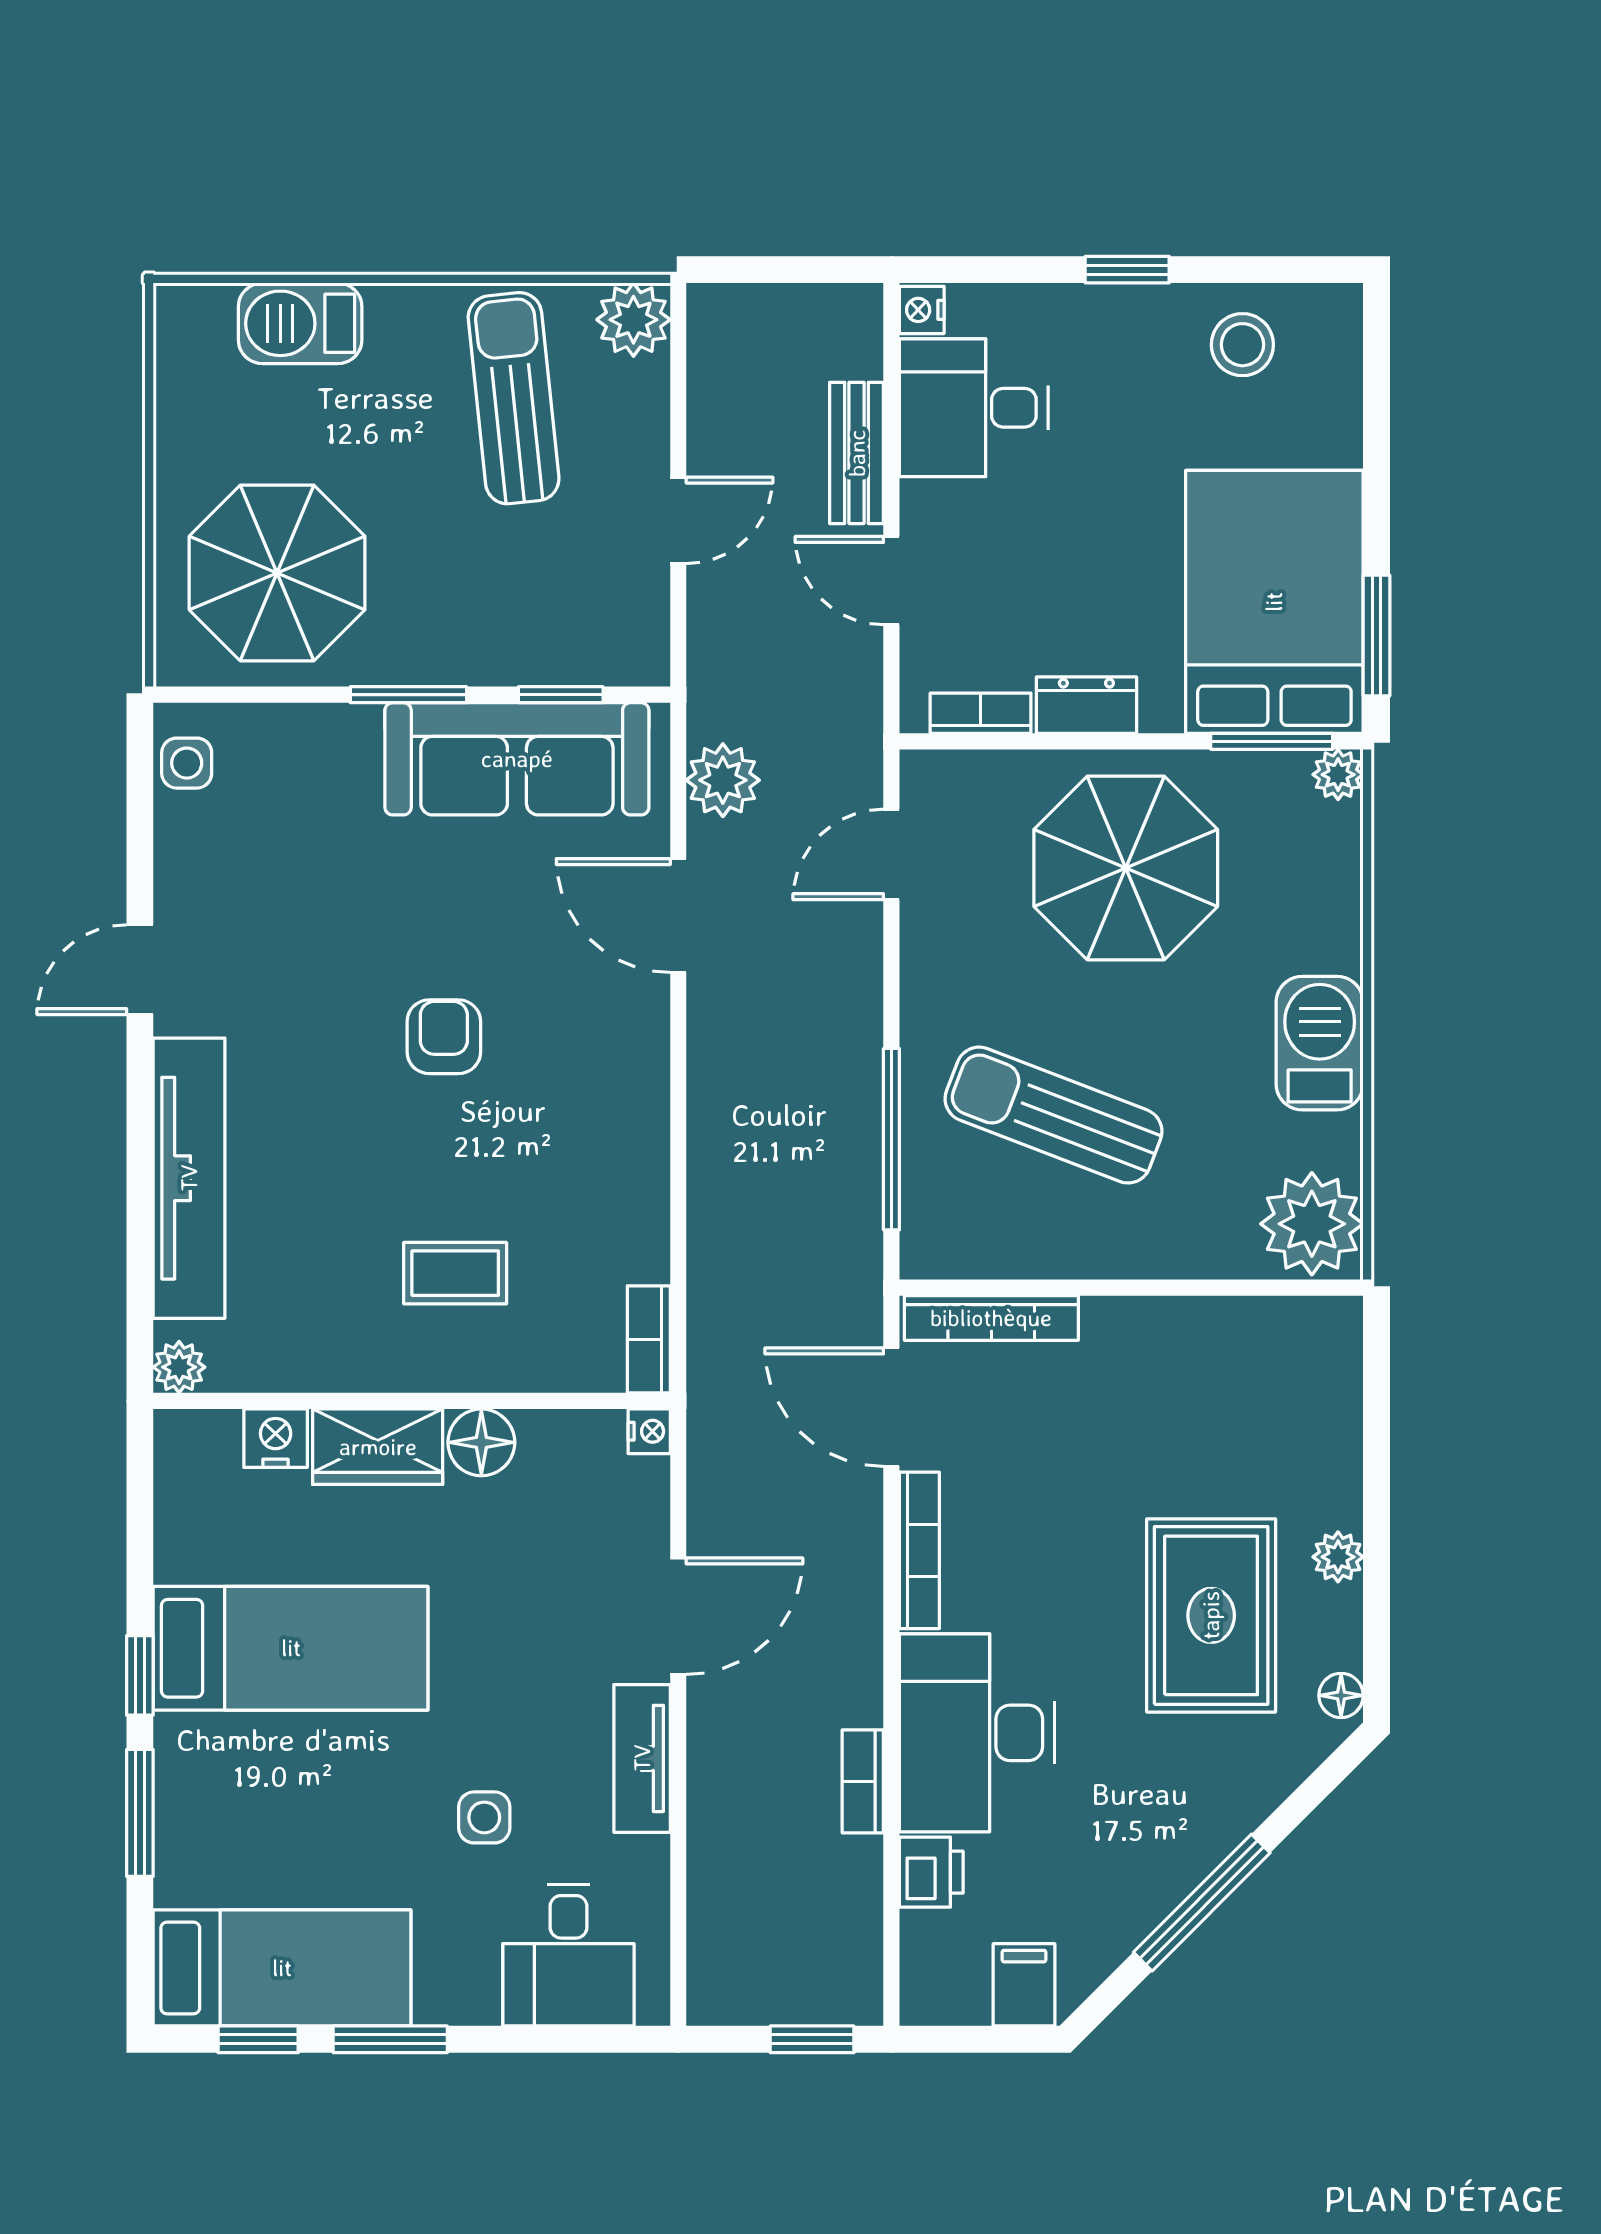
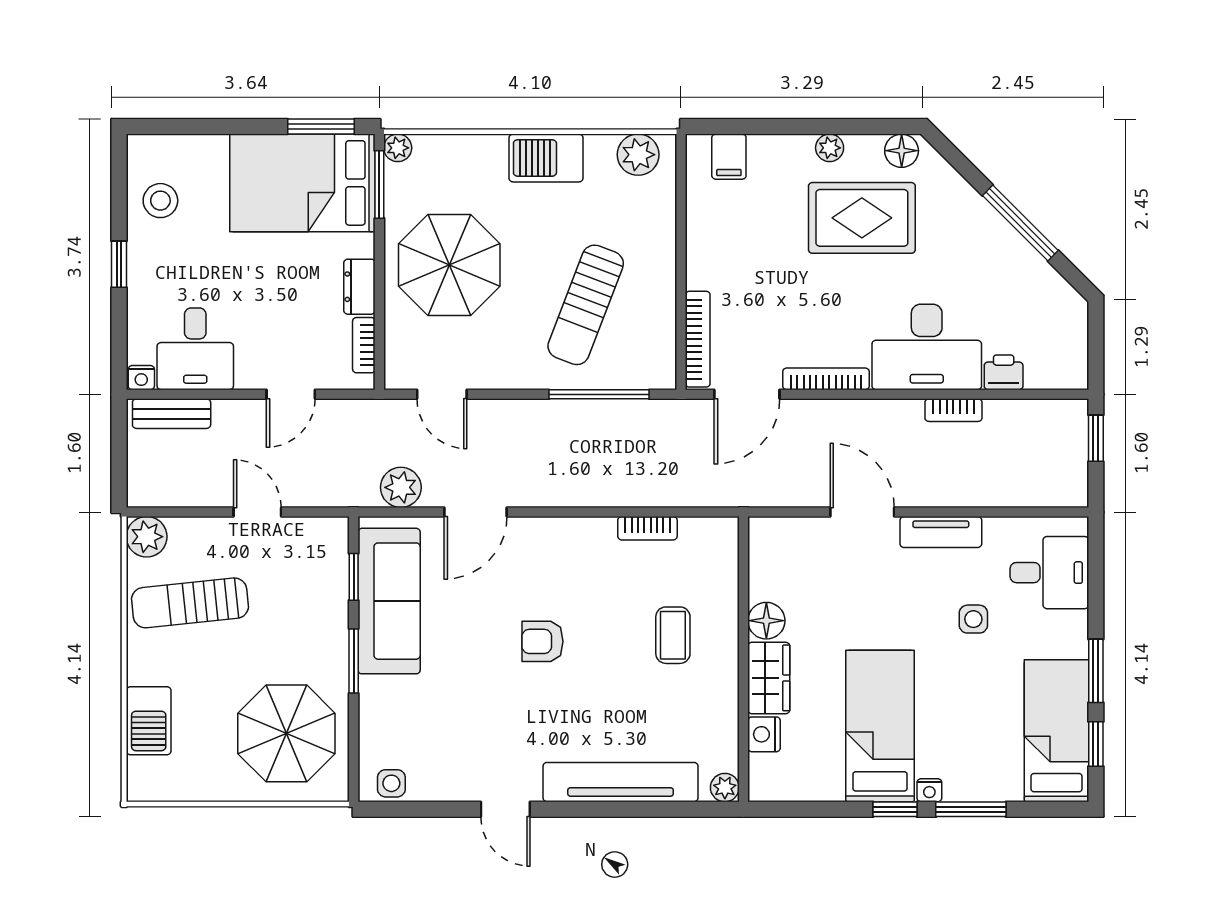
bench: (857, 453) -> (172, 414), moved
plant: (1312, 1224) -> (638, 155), width x0.73, depth x0.73
bookcase: (649, 1339) -> (647, 528), moved
nightstand: (649, 1431) -> (929, 790), moved, turned 180
floor lamp: (1341, 1695) -> (902, 151), width x1.37, depth x1.37
filing cabinet: (1024, 1985) -> (729, 157), moved, turned -90

